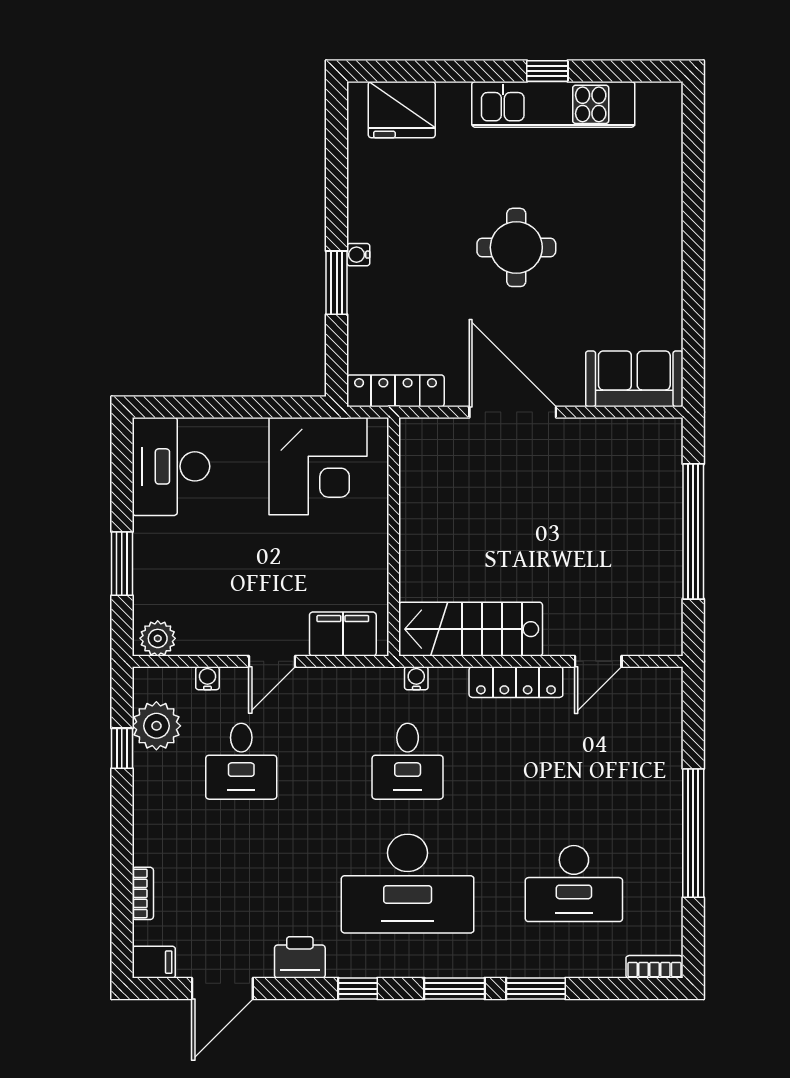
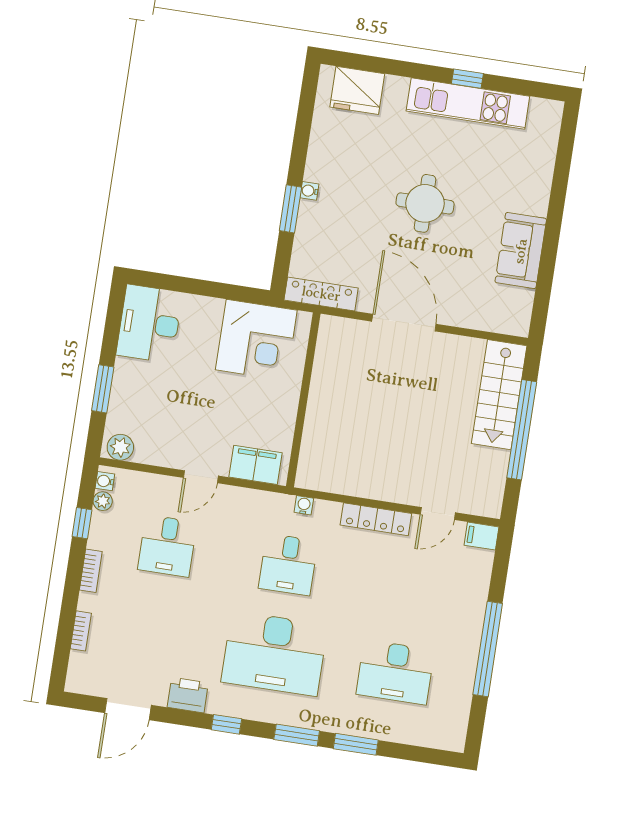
sofa: (634, 379) -> (521, 251), moved, turned -90
stairs: (471, 629) -> (499, 395), moved, turned -90
water cooler: (207, 678) -> (105, 481), moved, turned -90
plant: (156, 726) -> (103, 501), width x0.53, depth x0.53
filing cabinet: (154, 962) -> (481, 536), moved, turned 180
bookcase: (654, 967) -> (91, 571), moved, turned 90

